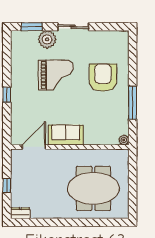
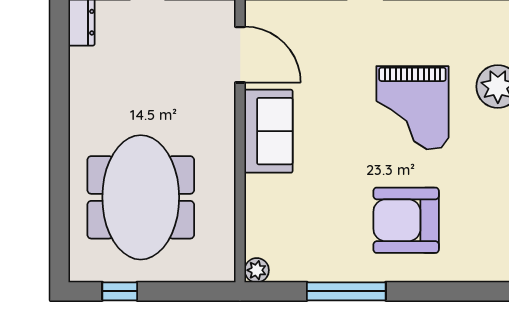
armchair: (103, 78) -> (406, 220), turned 180
window: (133, 197) -> (120, 291), added

